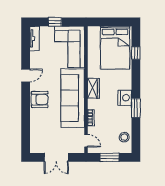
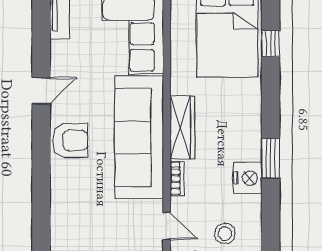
wardrobe: (93, 88) -> (182, 128), width x1.50
nightstand: (125, 98) -> (248, 178), moved
stool: (124, 137) -> (225, 234), moved

